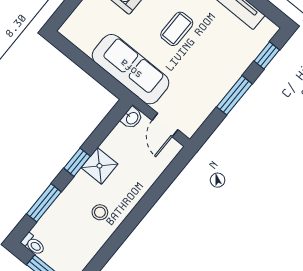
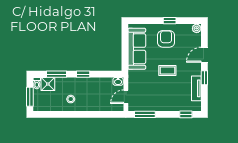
sofa: (131, 69) -> (137, 49), moved
window: (234, 95) -> (145, 114), moved
shower: (99, 166) -> (48, 84), moved

